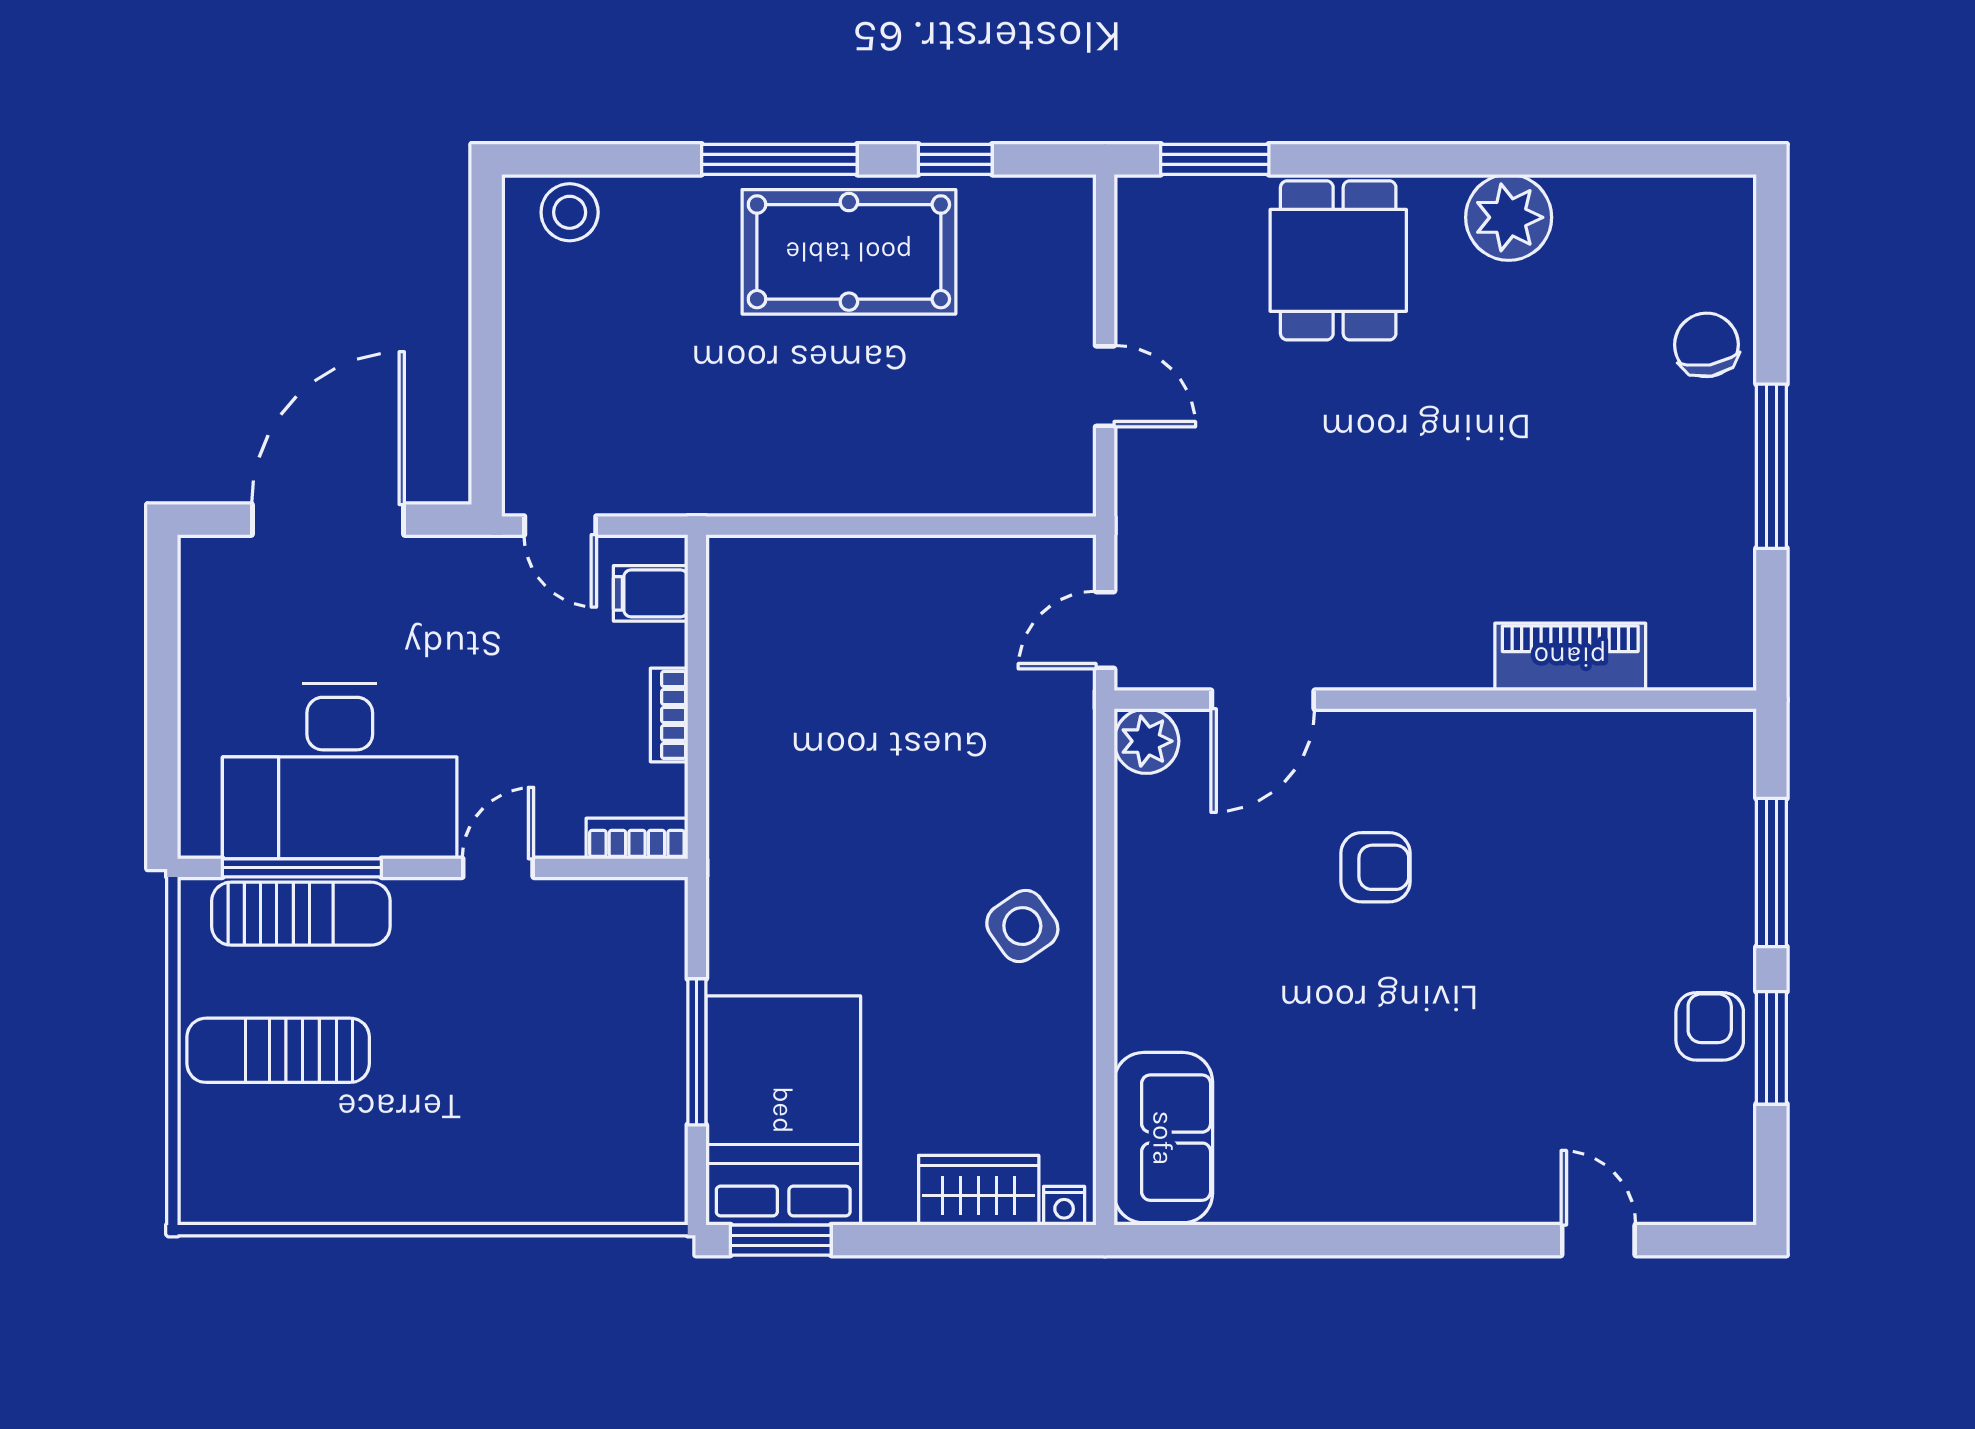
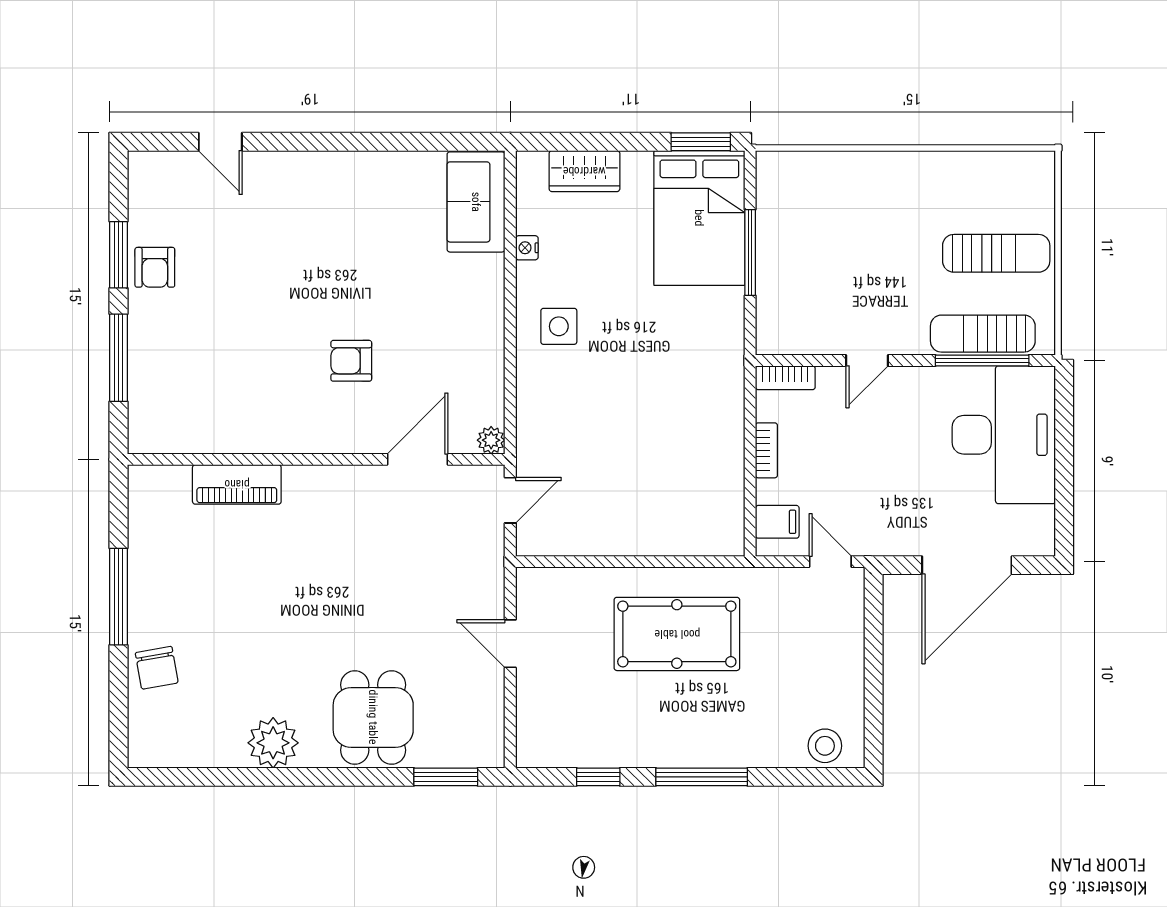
pool table: (849, 252) -> (677, 634), moved
plant: (1146, 741) -> (491, 440), width x0.73, depth x0.73
desk: (340, 771) -> (1004, 435), moved, turned 90
side table: (1022, 926) -> (559, 326), turned 35
nightstand: (1064, 1206) -> (527, 248), moved, turned -90

